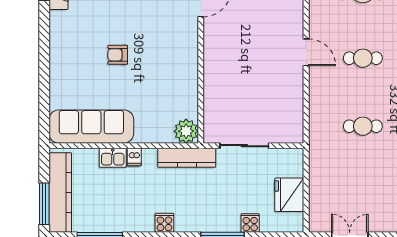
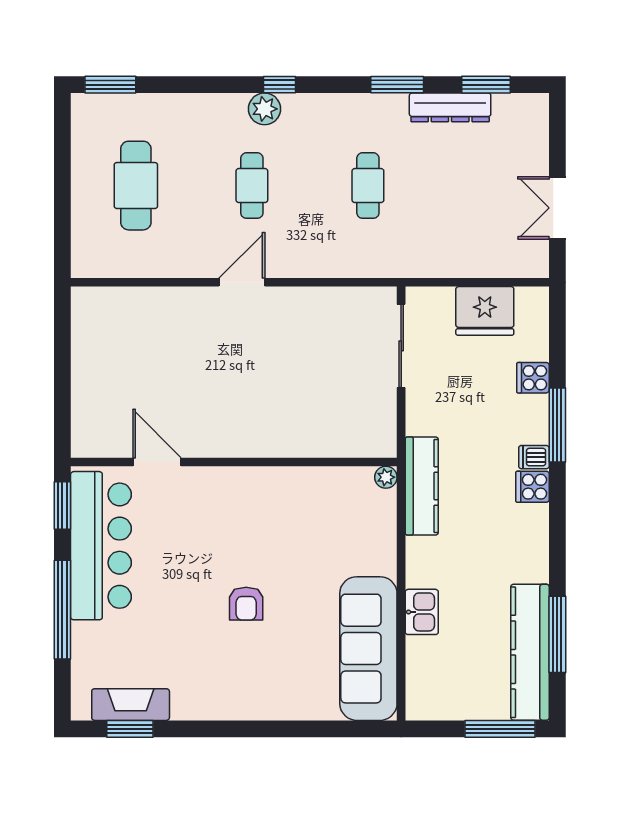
plant: (186, 131) -> (386, 477), width x0.53, depth x0.53
sliding door: (244, 146) -> (401, 346), moved
dishwasher: (134, 157) -> (534, 457), moved, turned 180
kitchen counter: (60, 193) -> (530, 652), moved, turned -90
cooker: (164, 223) -> (532, 487), moved

